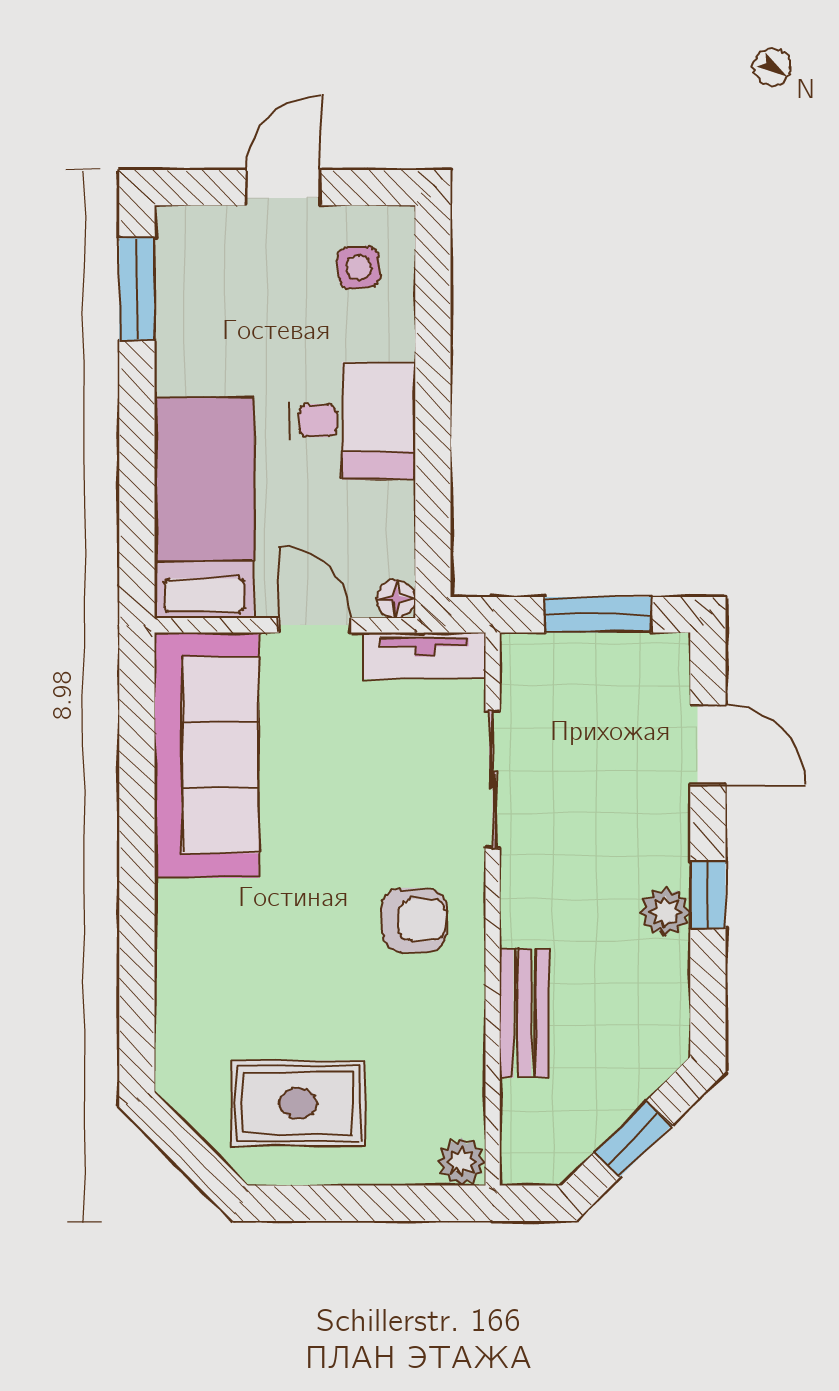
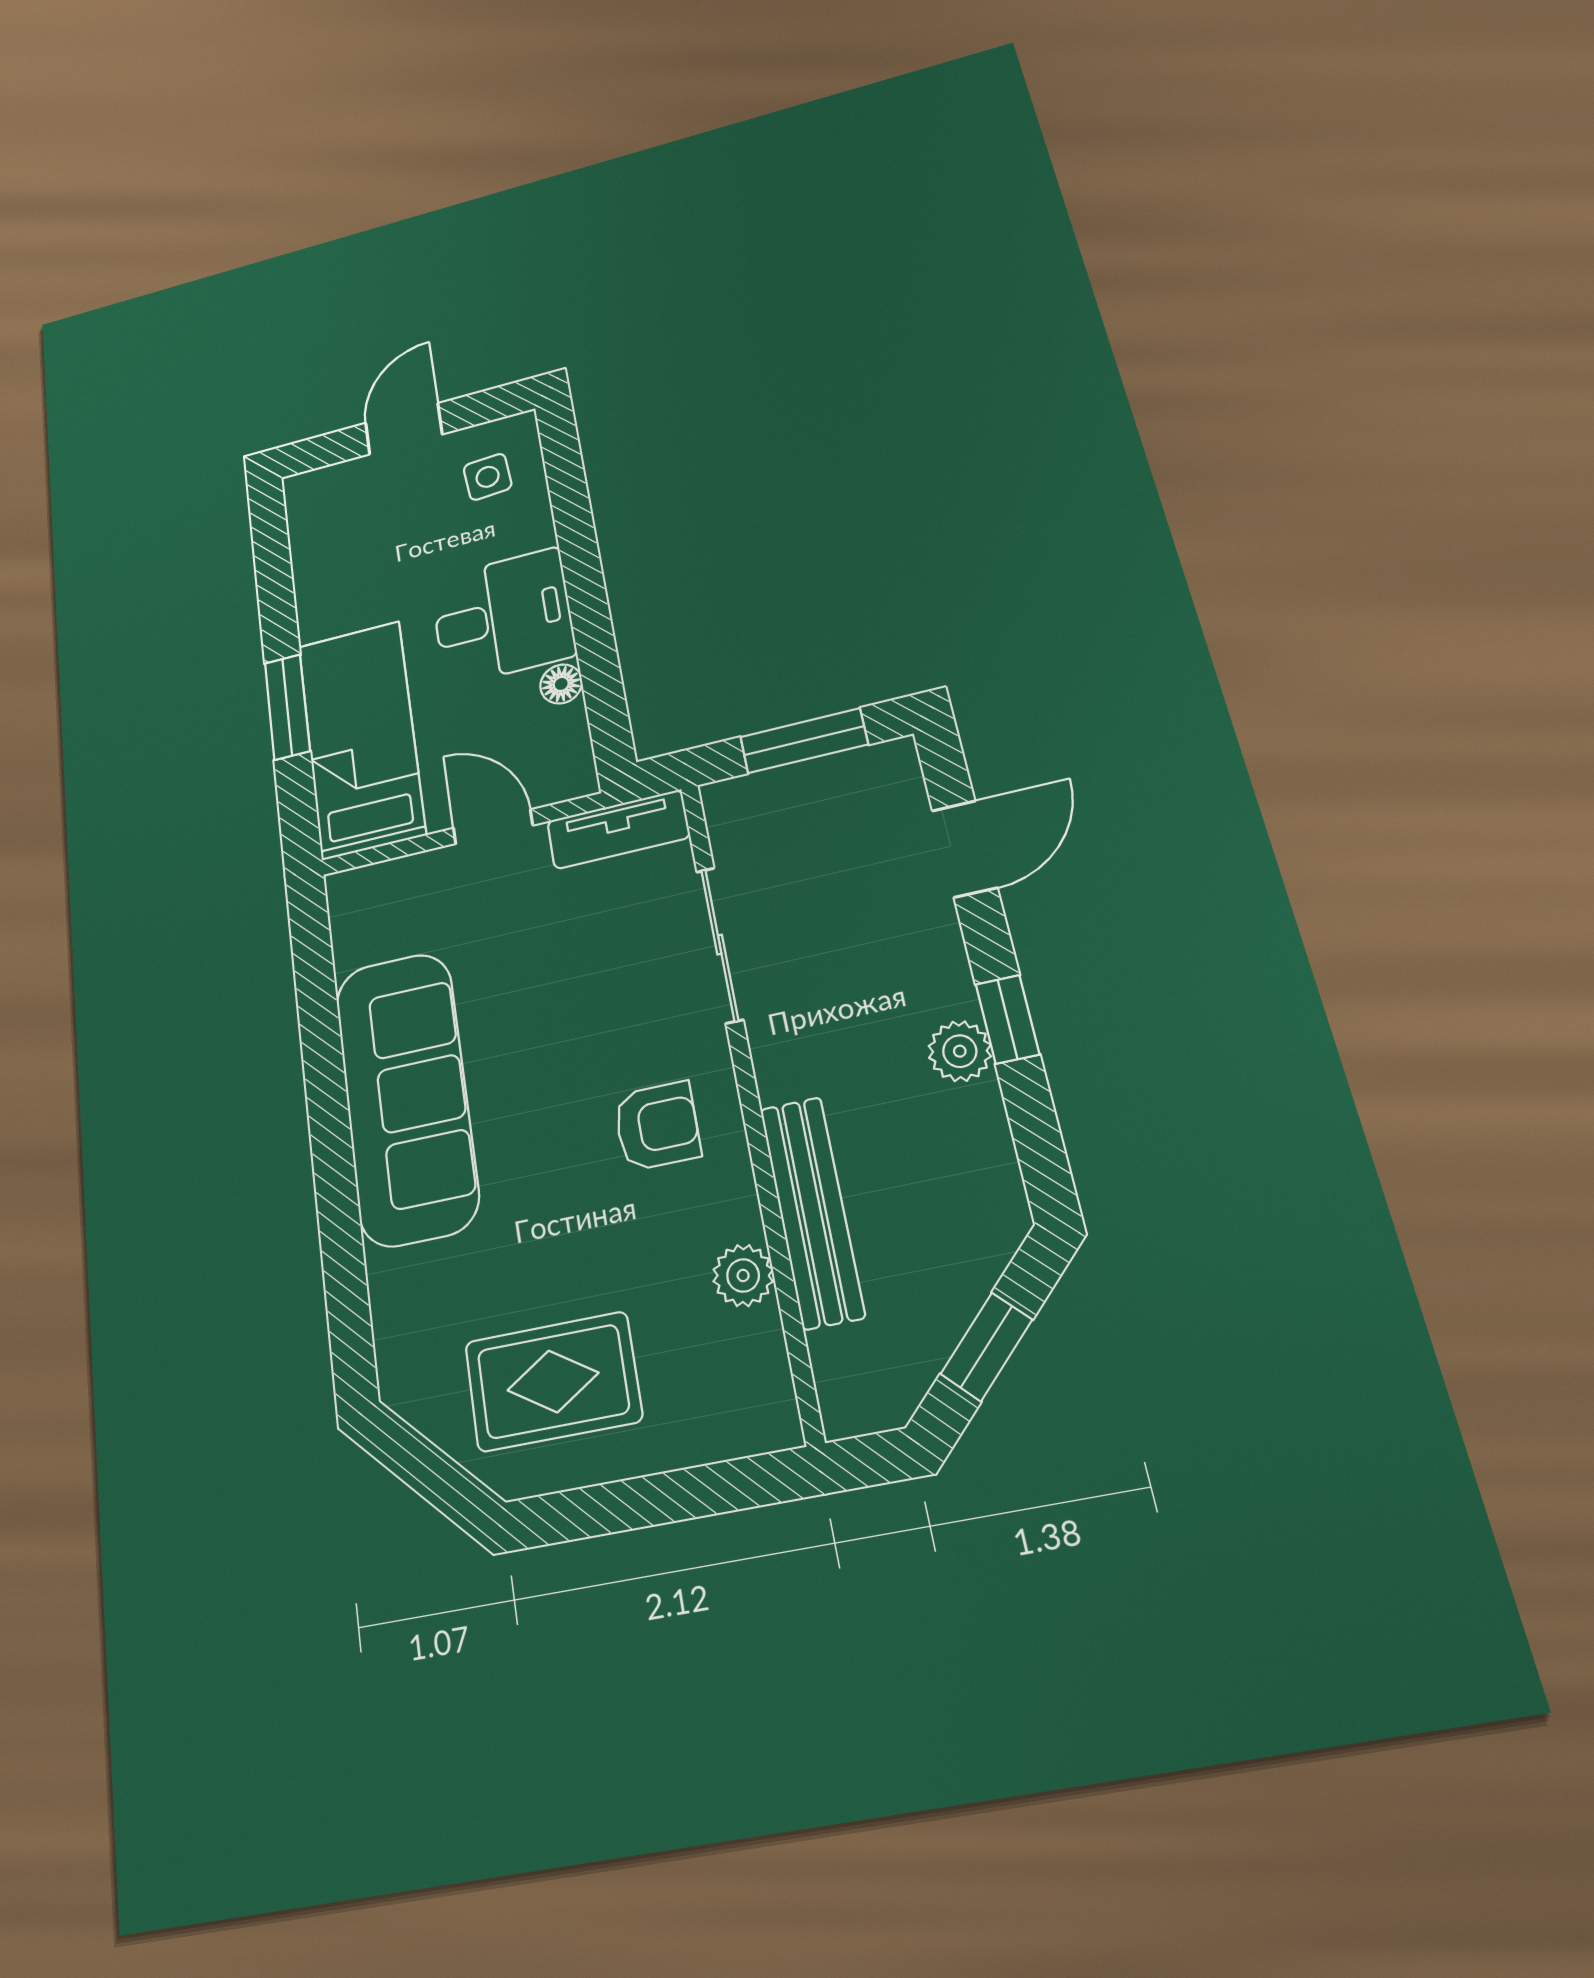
window: (137, 290) -> (287, 707), moved
floor lamp: (396, 599) -> (561, 684), moved
door: (708, 745) -> (965, 849), hinge flipped
sofa: (207, 755) -> (406, 1097), moved
bench: (524, 1013) -> (812, 1211), width x1.36
plant: (461, 1162) -> (743, 1275), moved

